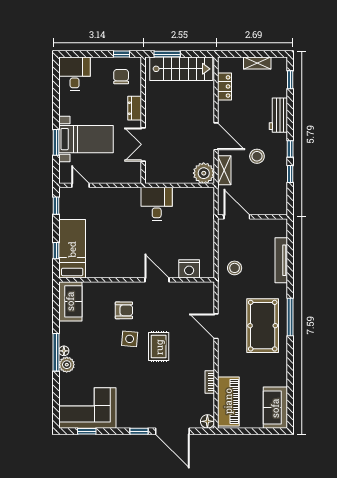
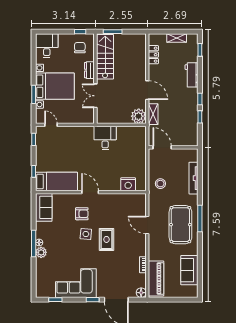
stairs: (181, 69) -> (105, 57), moved, turned -90
bed with nightstands: (86, 139) -> (55, 86), width x1.36
stool: (257, 156) -> (176, 104), removed
bed: (72, 249) -> (56, 181), moved, turned 90
door: (157, 280) -> (90, 192), moved
corner sofa: (87, 408) -> (76, 283), moved
sofa: (275, 408) -> (189, 270), moved

